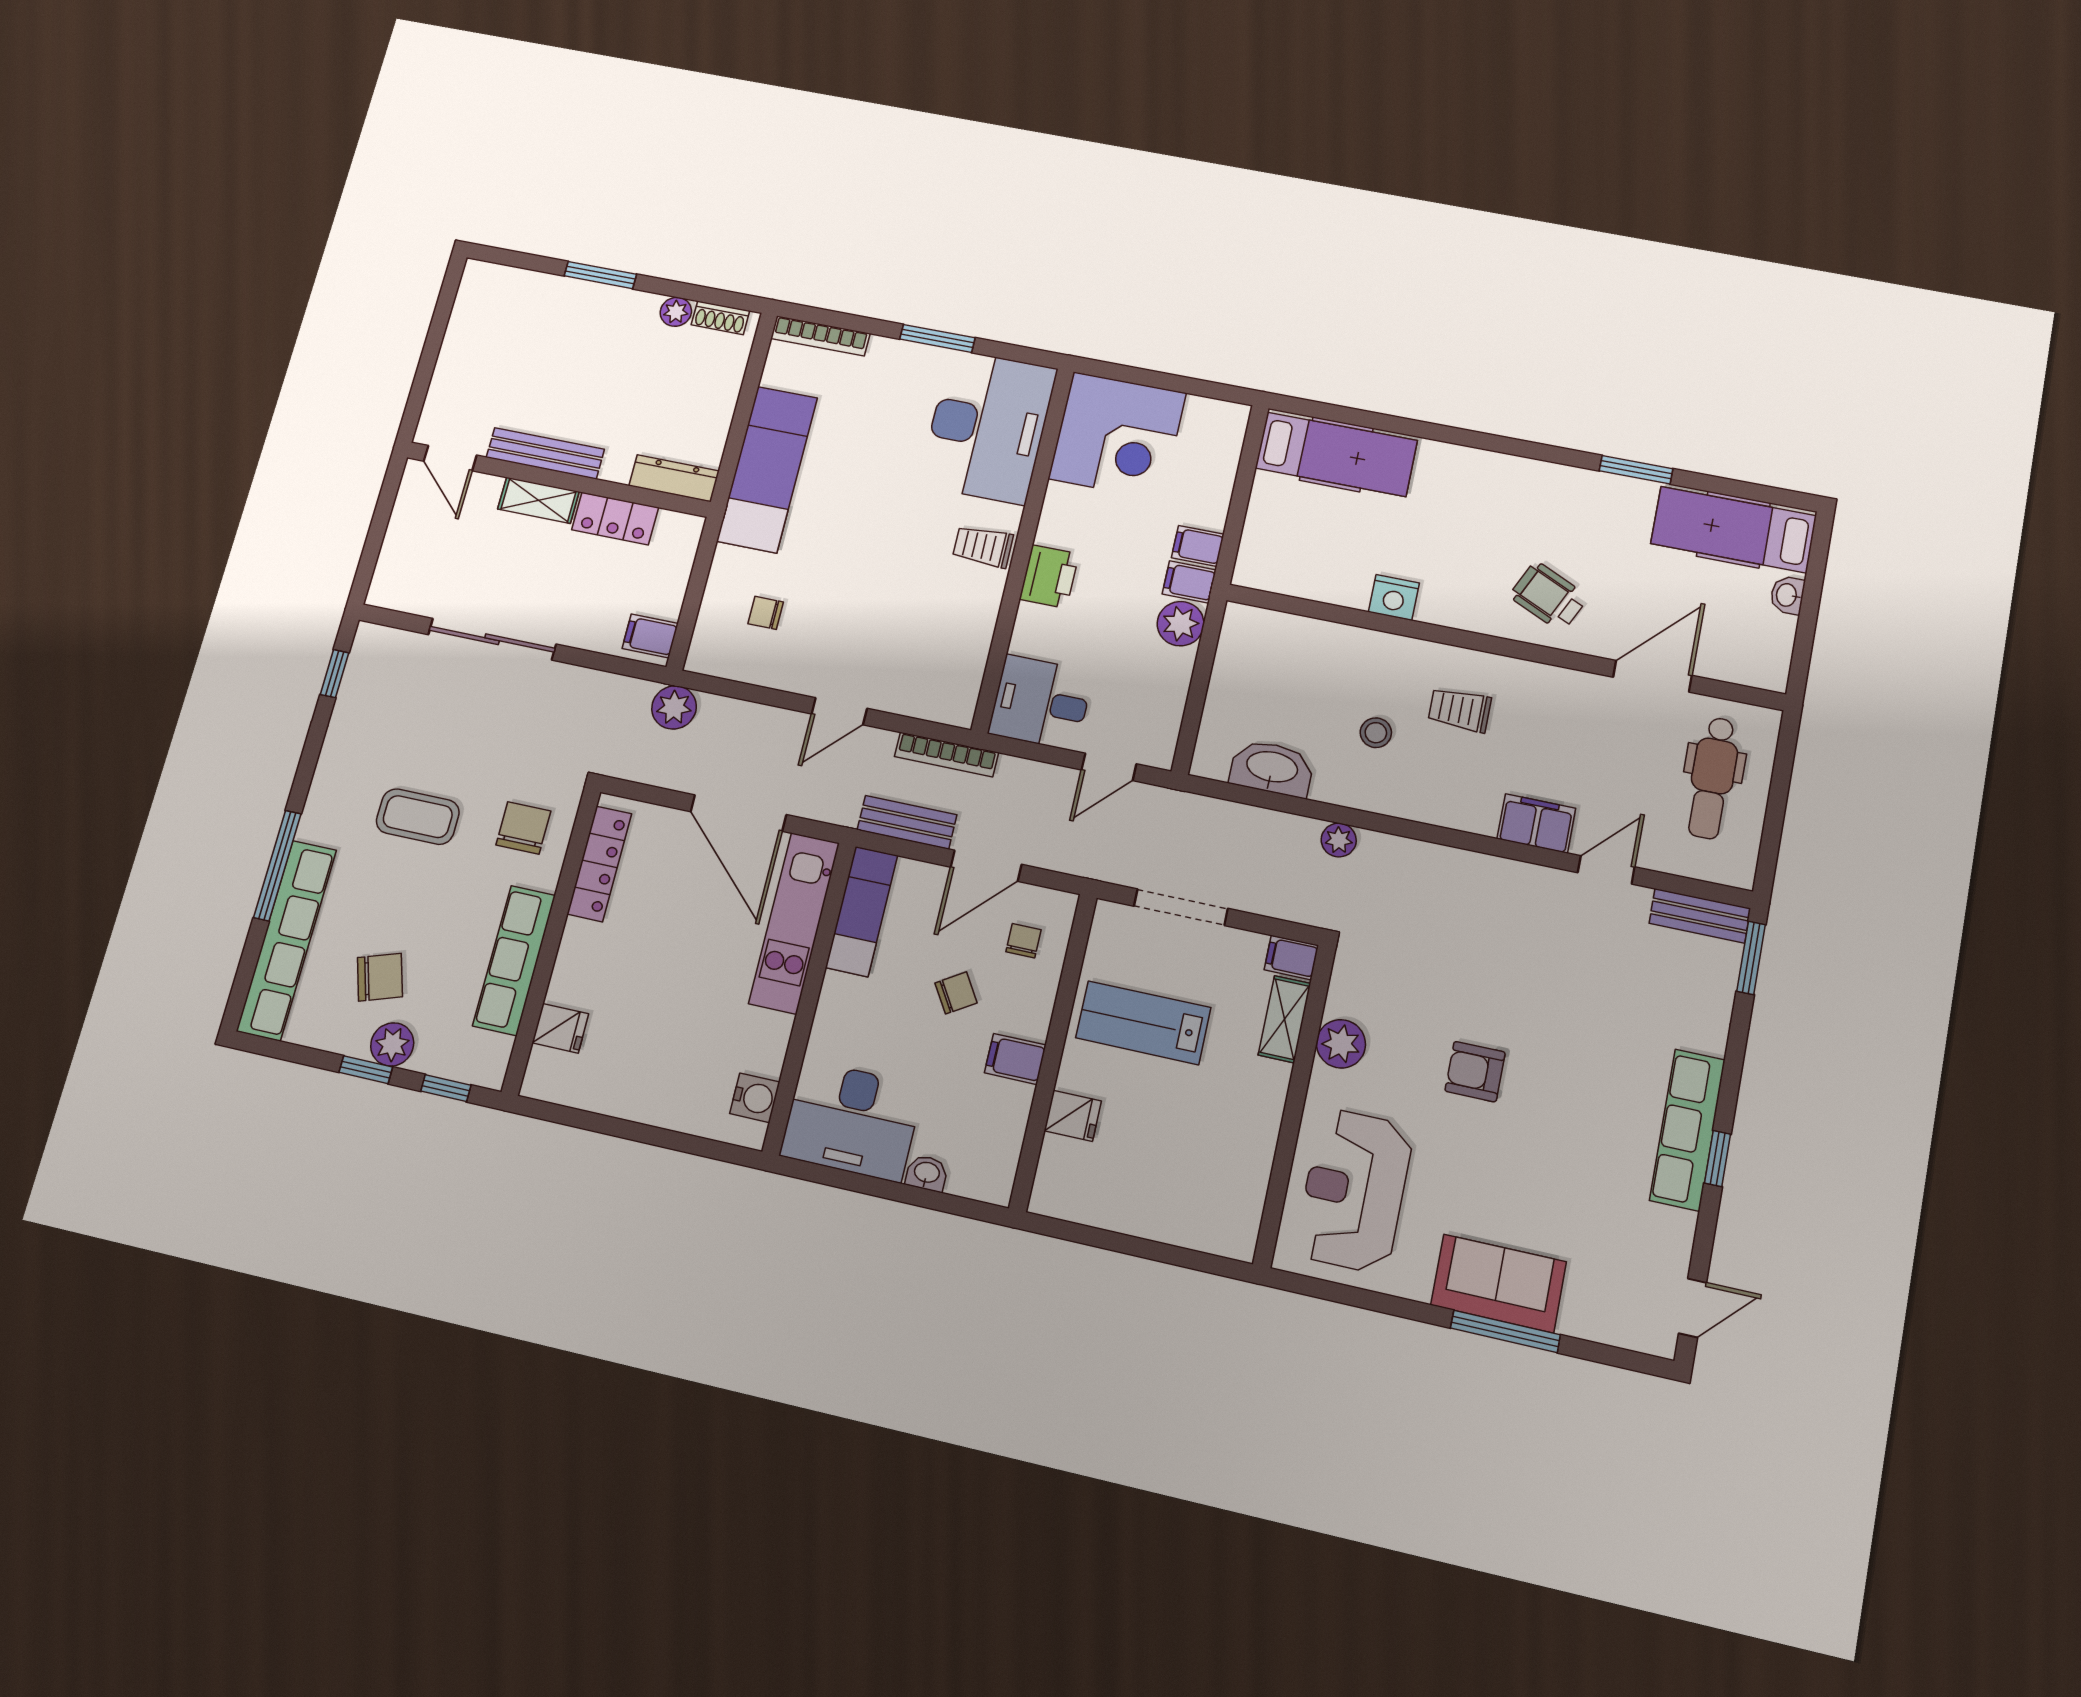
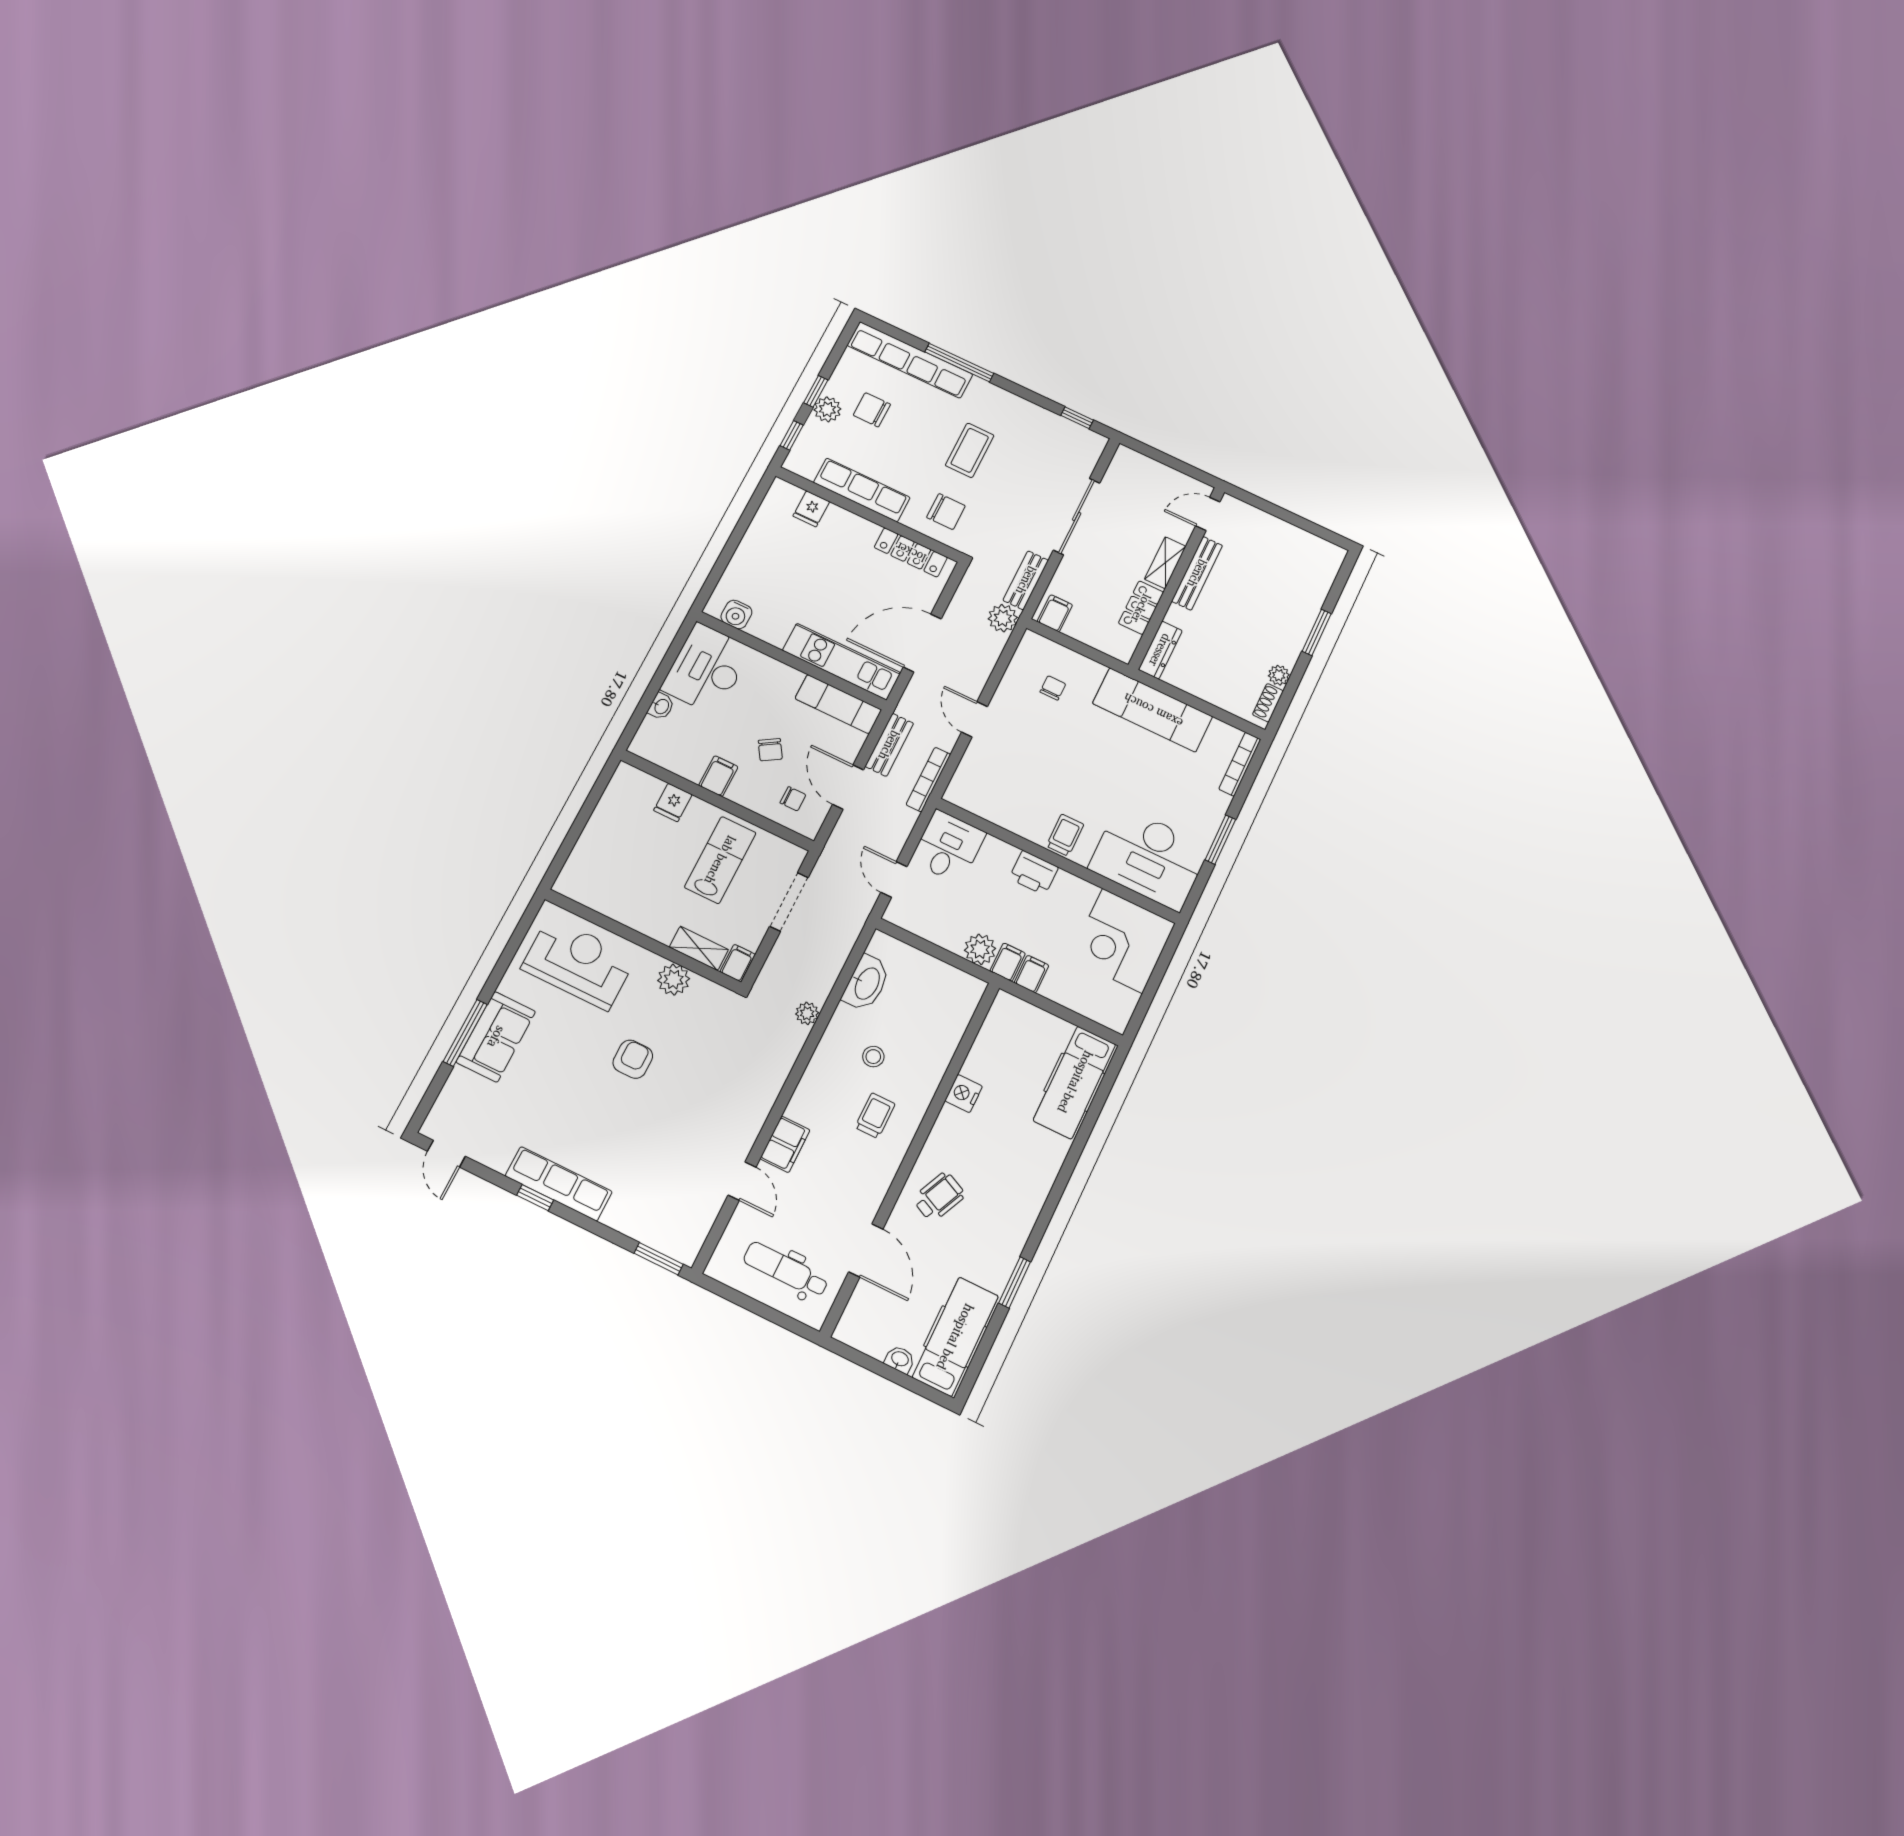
bench: (1700, 916) -> (1026, 580), moved
chair: (380, 977) -> (872, 410), turned 108

